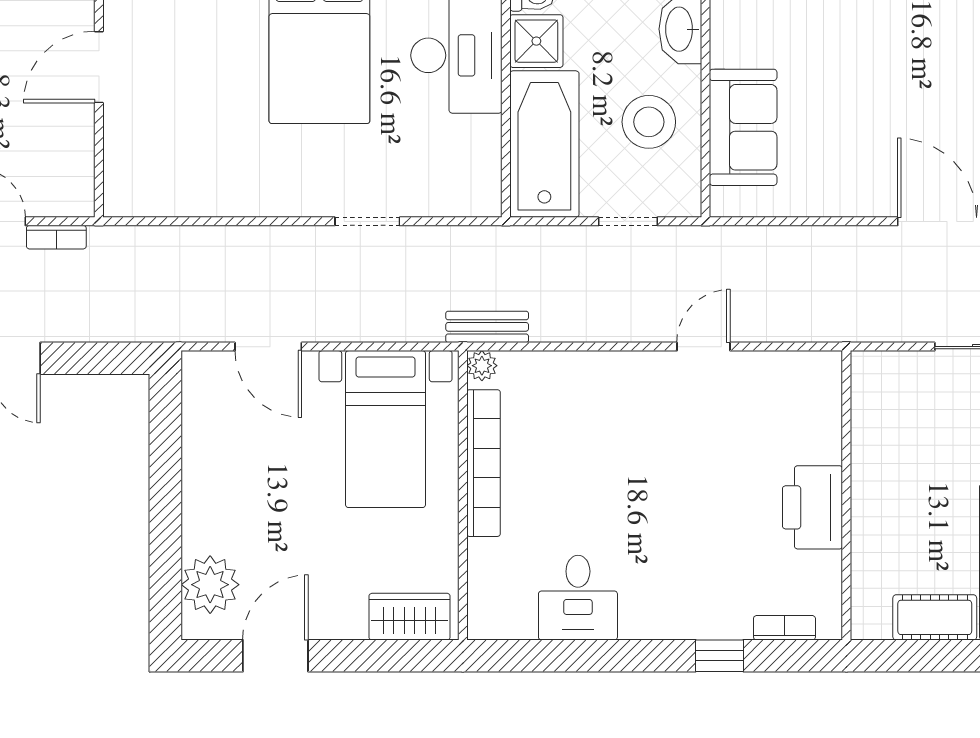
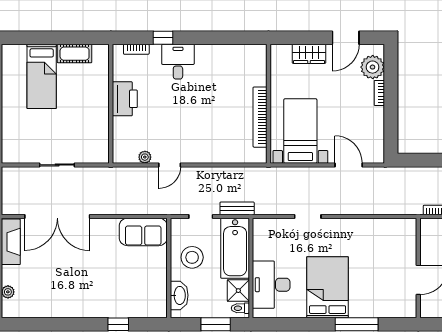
sofa: (743, 127) -> (143, 232), moved, turned -90
bench: (487, 327) -> (237, 208), moved
plant: (482, 366) -> (145, 157), moved
bookcase: (193, 522) -> (379, 93), added
desk: (578, 598) -> (178, 62), moved
wardrobe: (410, 617) -> (309, 54), moved

